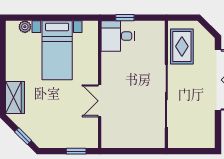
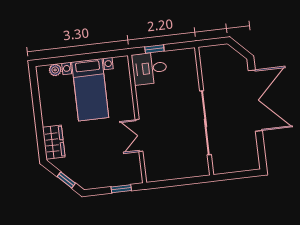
rug: (182, 46) -> (215, 71), removed

